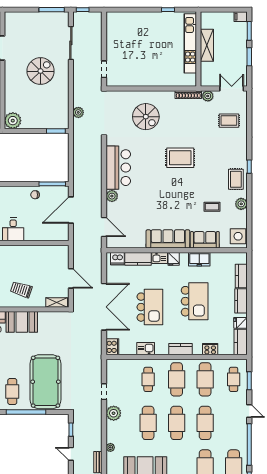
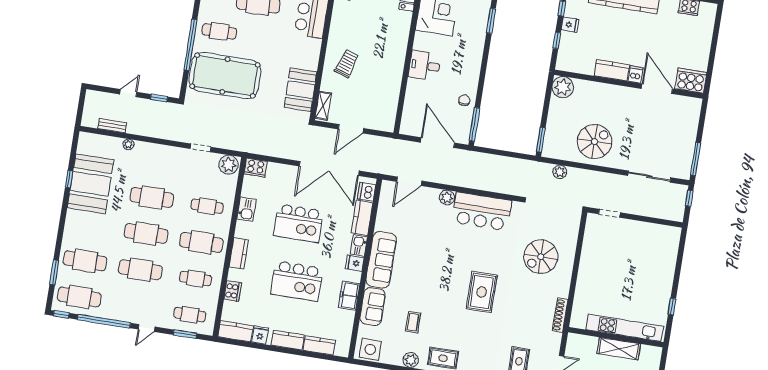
spiral stairs: (41, 71) -> (595, 142), moved, turned -90
plant: (208, 96) -> (554, 339), removed
double door: (104, 307) -> (329, 168), moved
booth: (22, 322) -> (300, 90), moved
cafe table: (205, 379) -> (195, 279), width x0.73, depth x0.74
plant: (114, 413) -> (229, 165), moved

